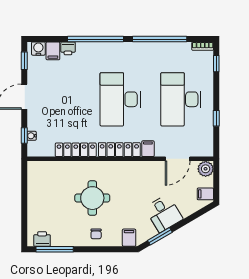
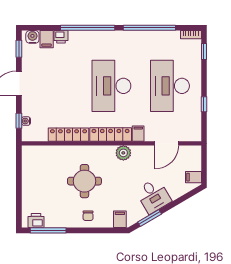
plant: (206, 169) -> (123, 153), moved

